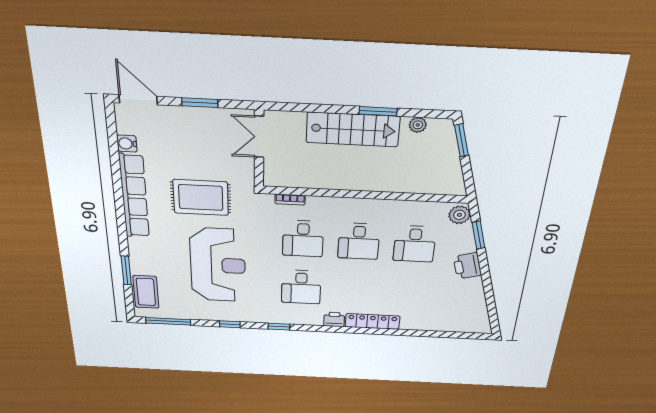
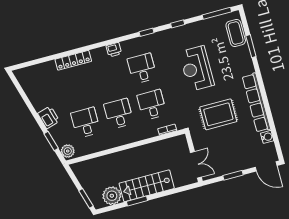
plant: (418, 125) -> (112, 196), width x1.87, depth x1.87
reception desk: (218, 265) -> (197, 68), width x0.74, depth x0.77
locker: (373, 321) -> (73, 60), moved

